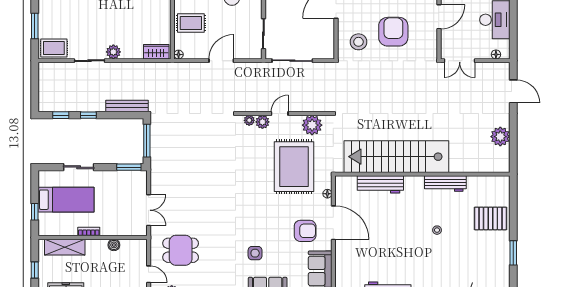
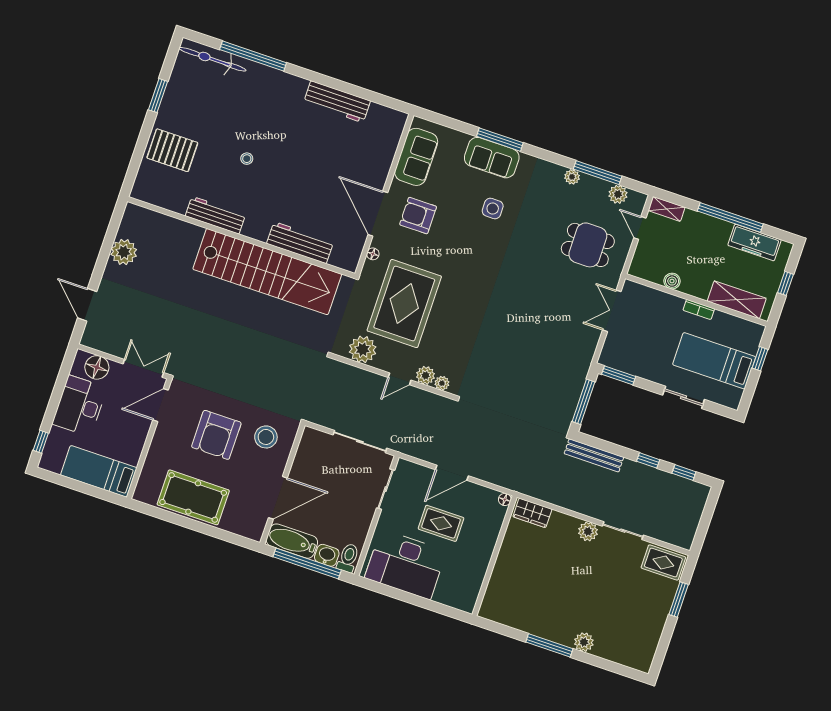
door: (439, 17) -> (161, 405), moved
rug: (191, 23) -> (441, 523), moved
floor lamp: (496, 54) -> (97, 367), width x1.89, depth x1.89

